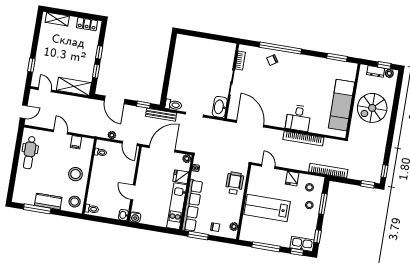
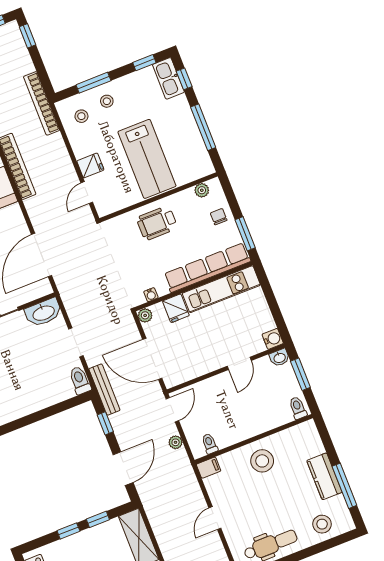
filing cabinet: (76, 142) -> (209, 468), moved
fridge: (292, 179) -> (90, 165), moved
wheelchair: (235, 183) -> (157, 223), moved
stool: (75, 202) -> (322, 524), moved
window: (108, 221) -> (300, 374), added

